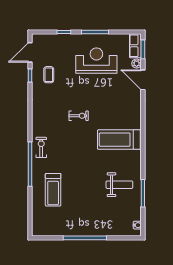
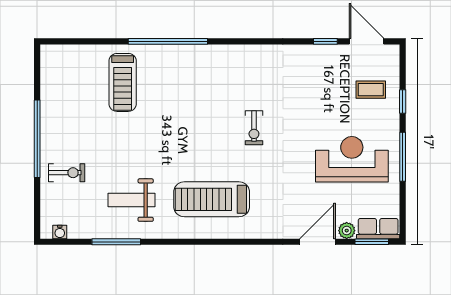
reception desk: (96, 61) -> (352, 159), turned -90
coffee table: (49, 75) -> (371, 90), moved
treadmill: (119, 140) -> (212, 199), turned -90
exercise bike: (41, 147) -> (67, 173), moved
weight bench: (119, 185) -> (132, 200), turned 90
treadmill: (53, 190) -> (123, 82), turned -90

